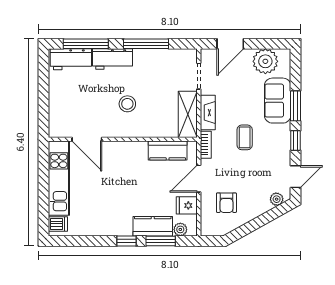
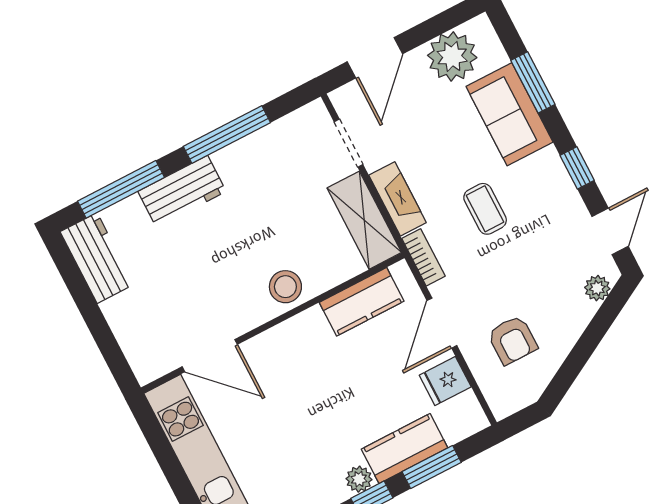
workbench: (71, 59) -> (97, 258), moved, turned -90
stool: (127, 104) -> (285, 287), moved
window: (296, 106) -> (533, 82), moved
plant: (180, 229) -> (359, 479), moved

